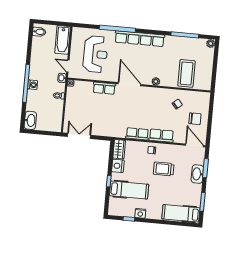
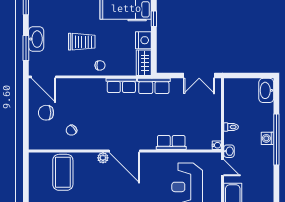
door: (129, 84) -> (124, 151), moved
row of seats: (161, 136) -> (154, 86), moved

